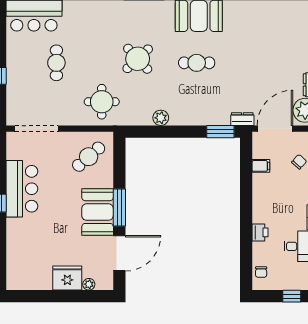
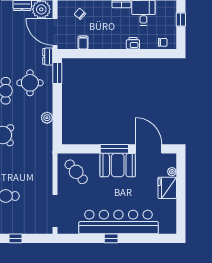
round table: (102, 102) -> (30, 83), moved
bar counter: (22, 189) -> (118, 222), width x1.86

